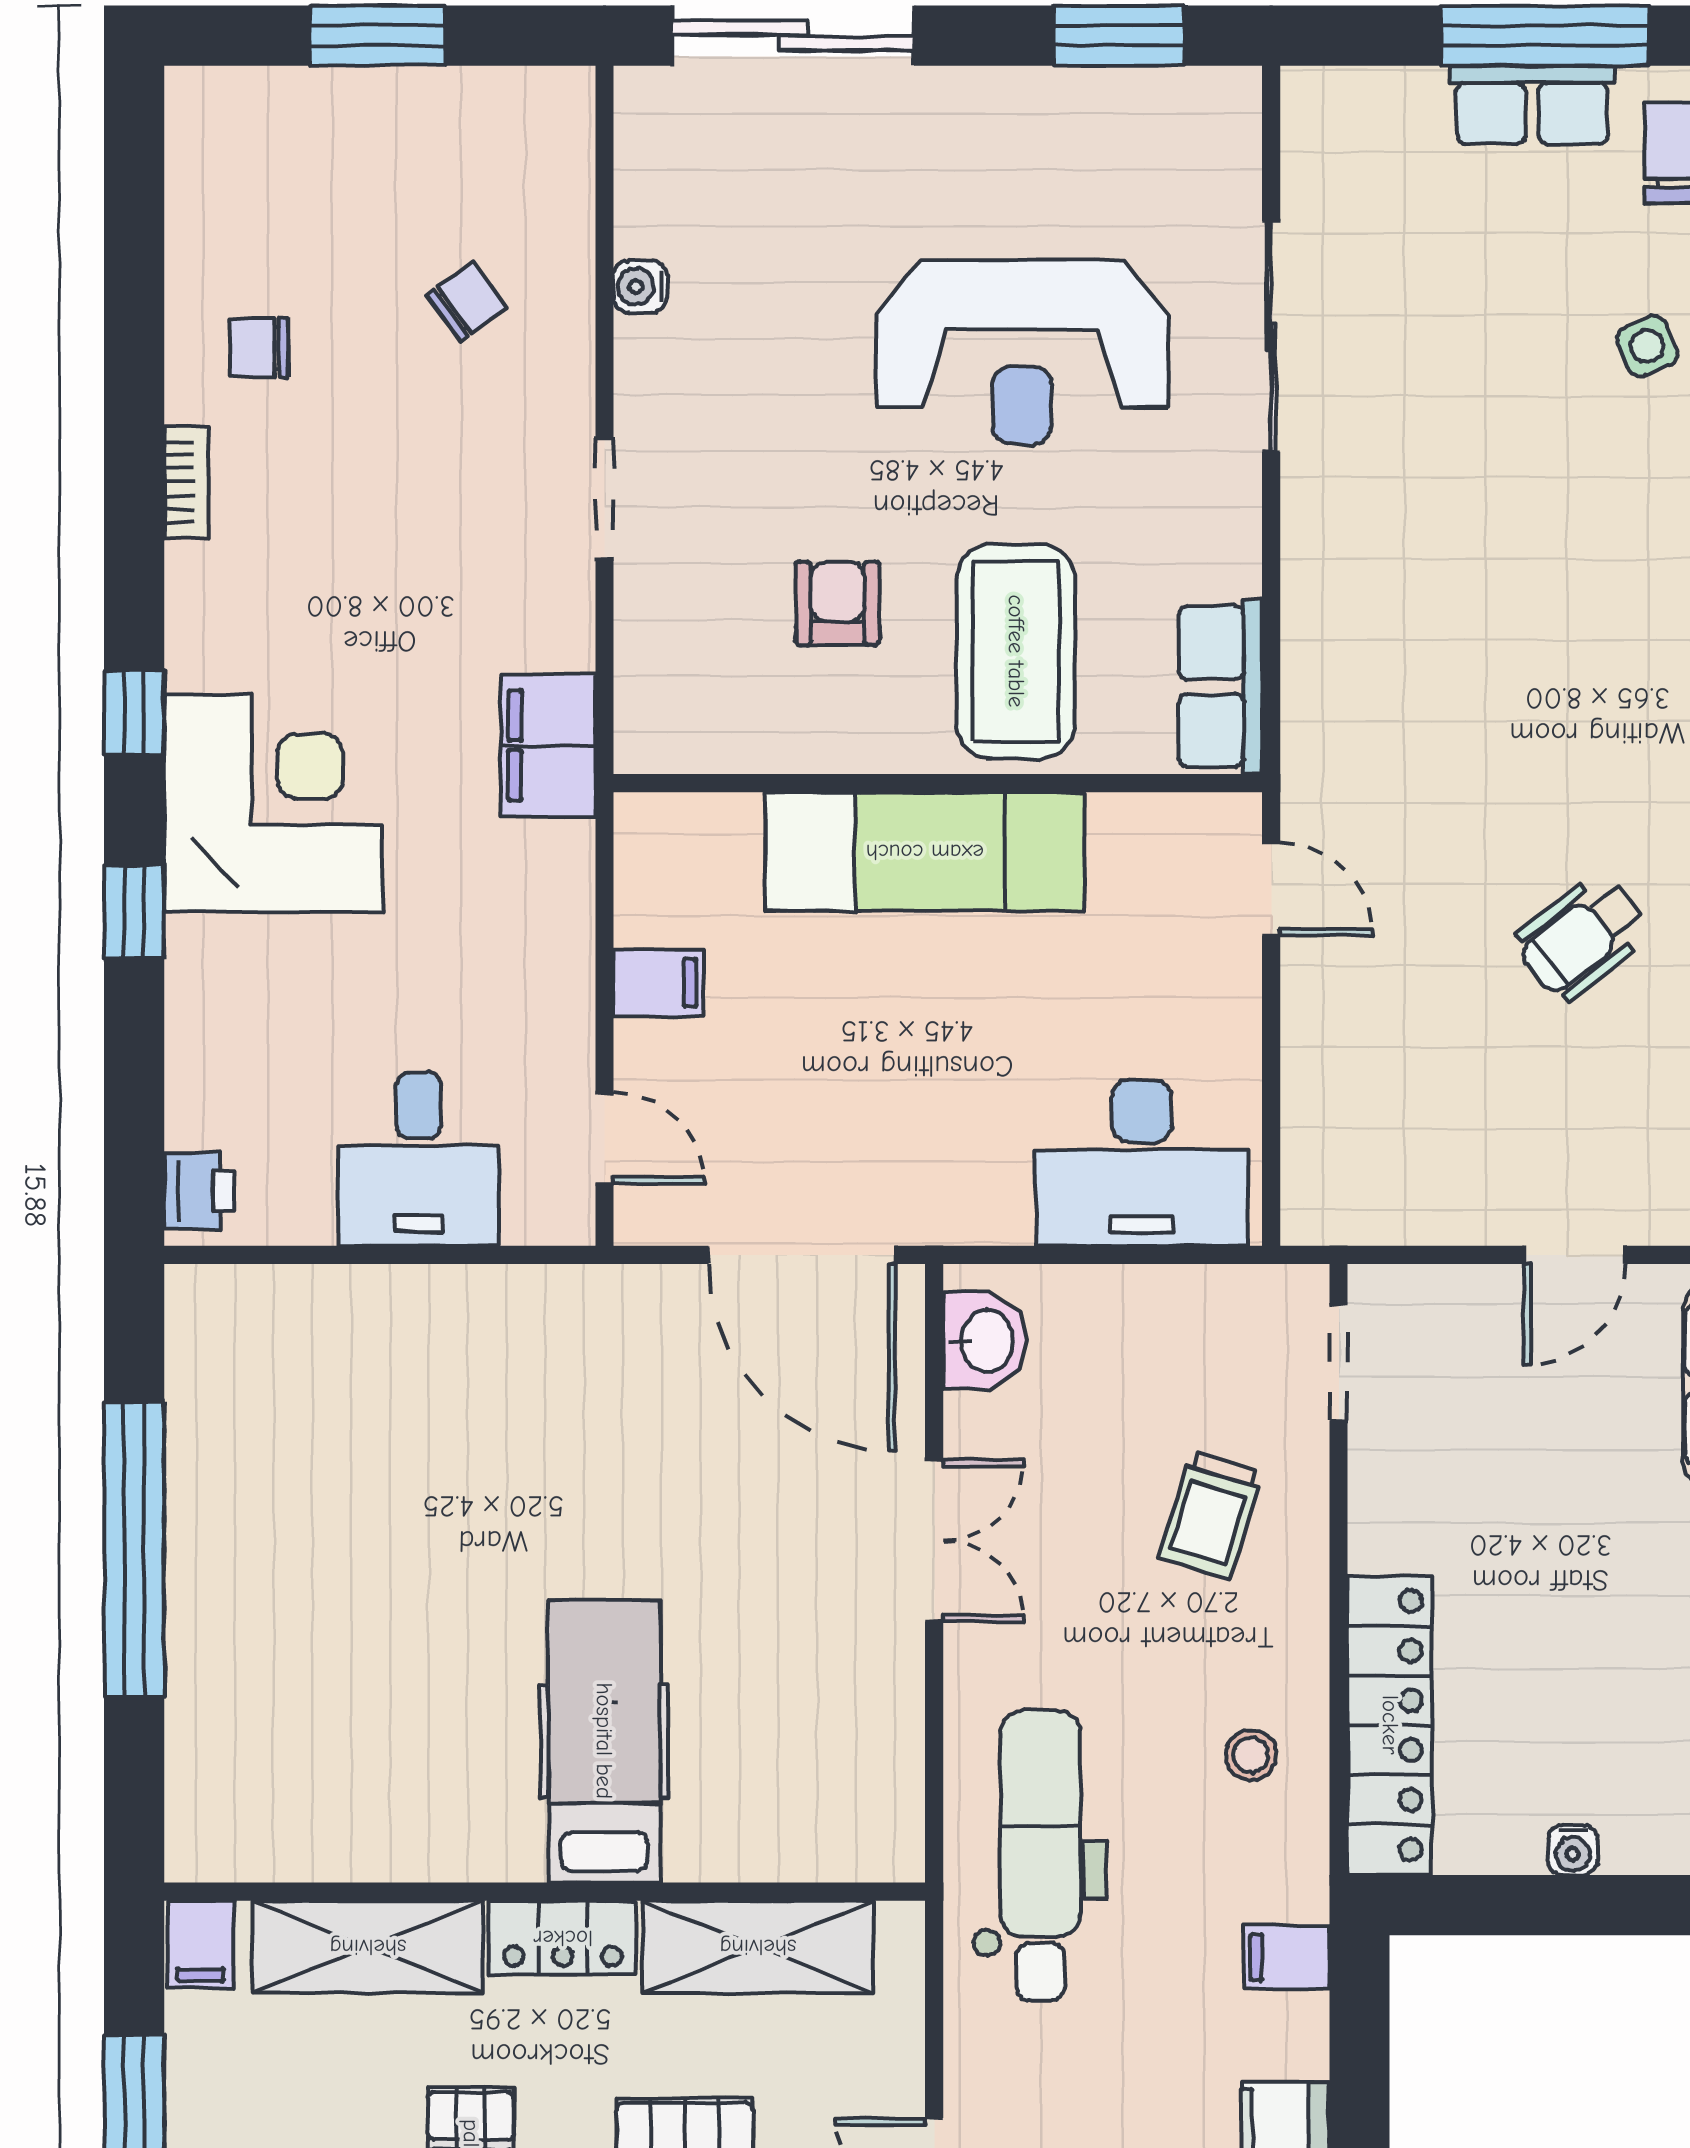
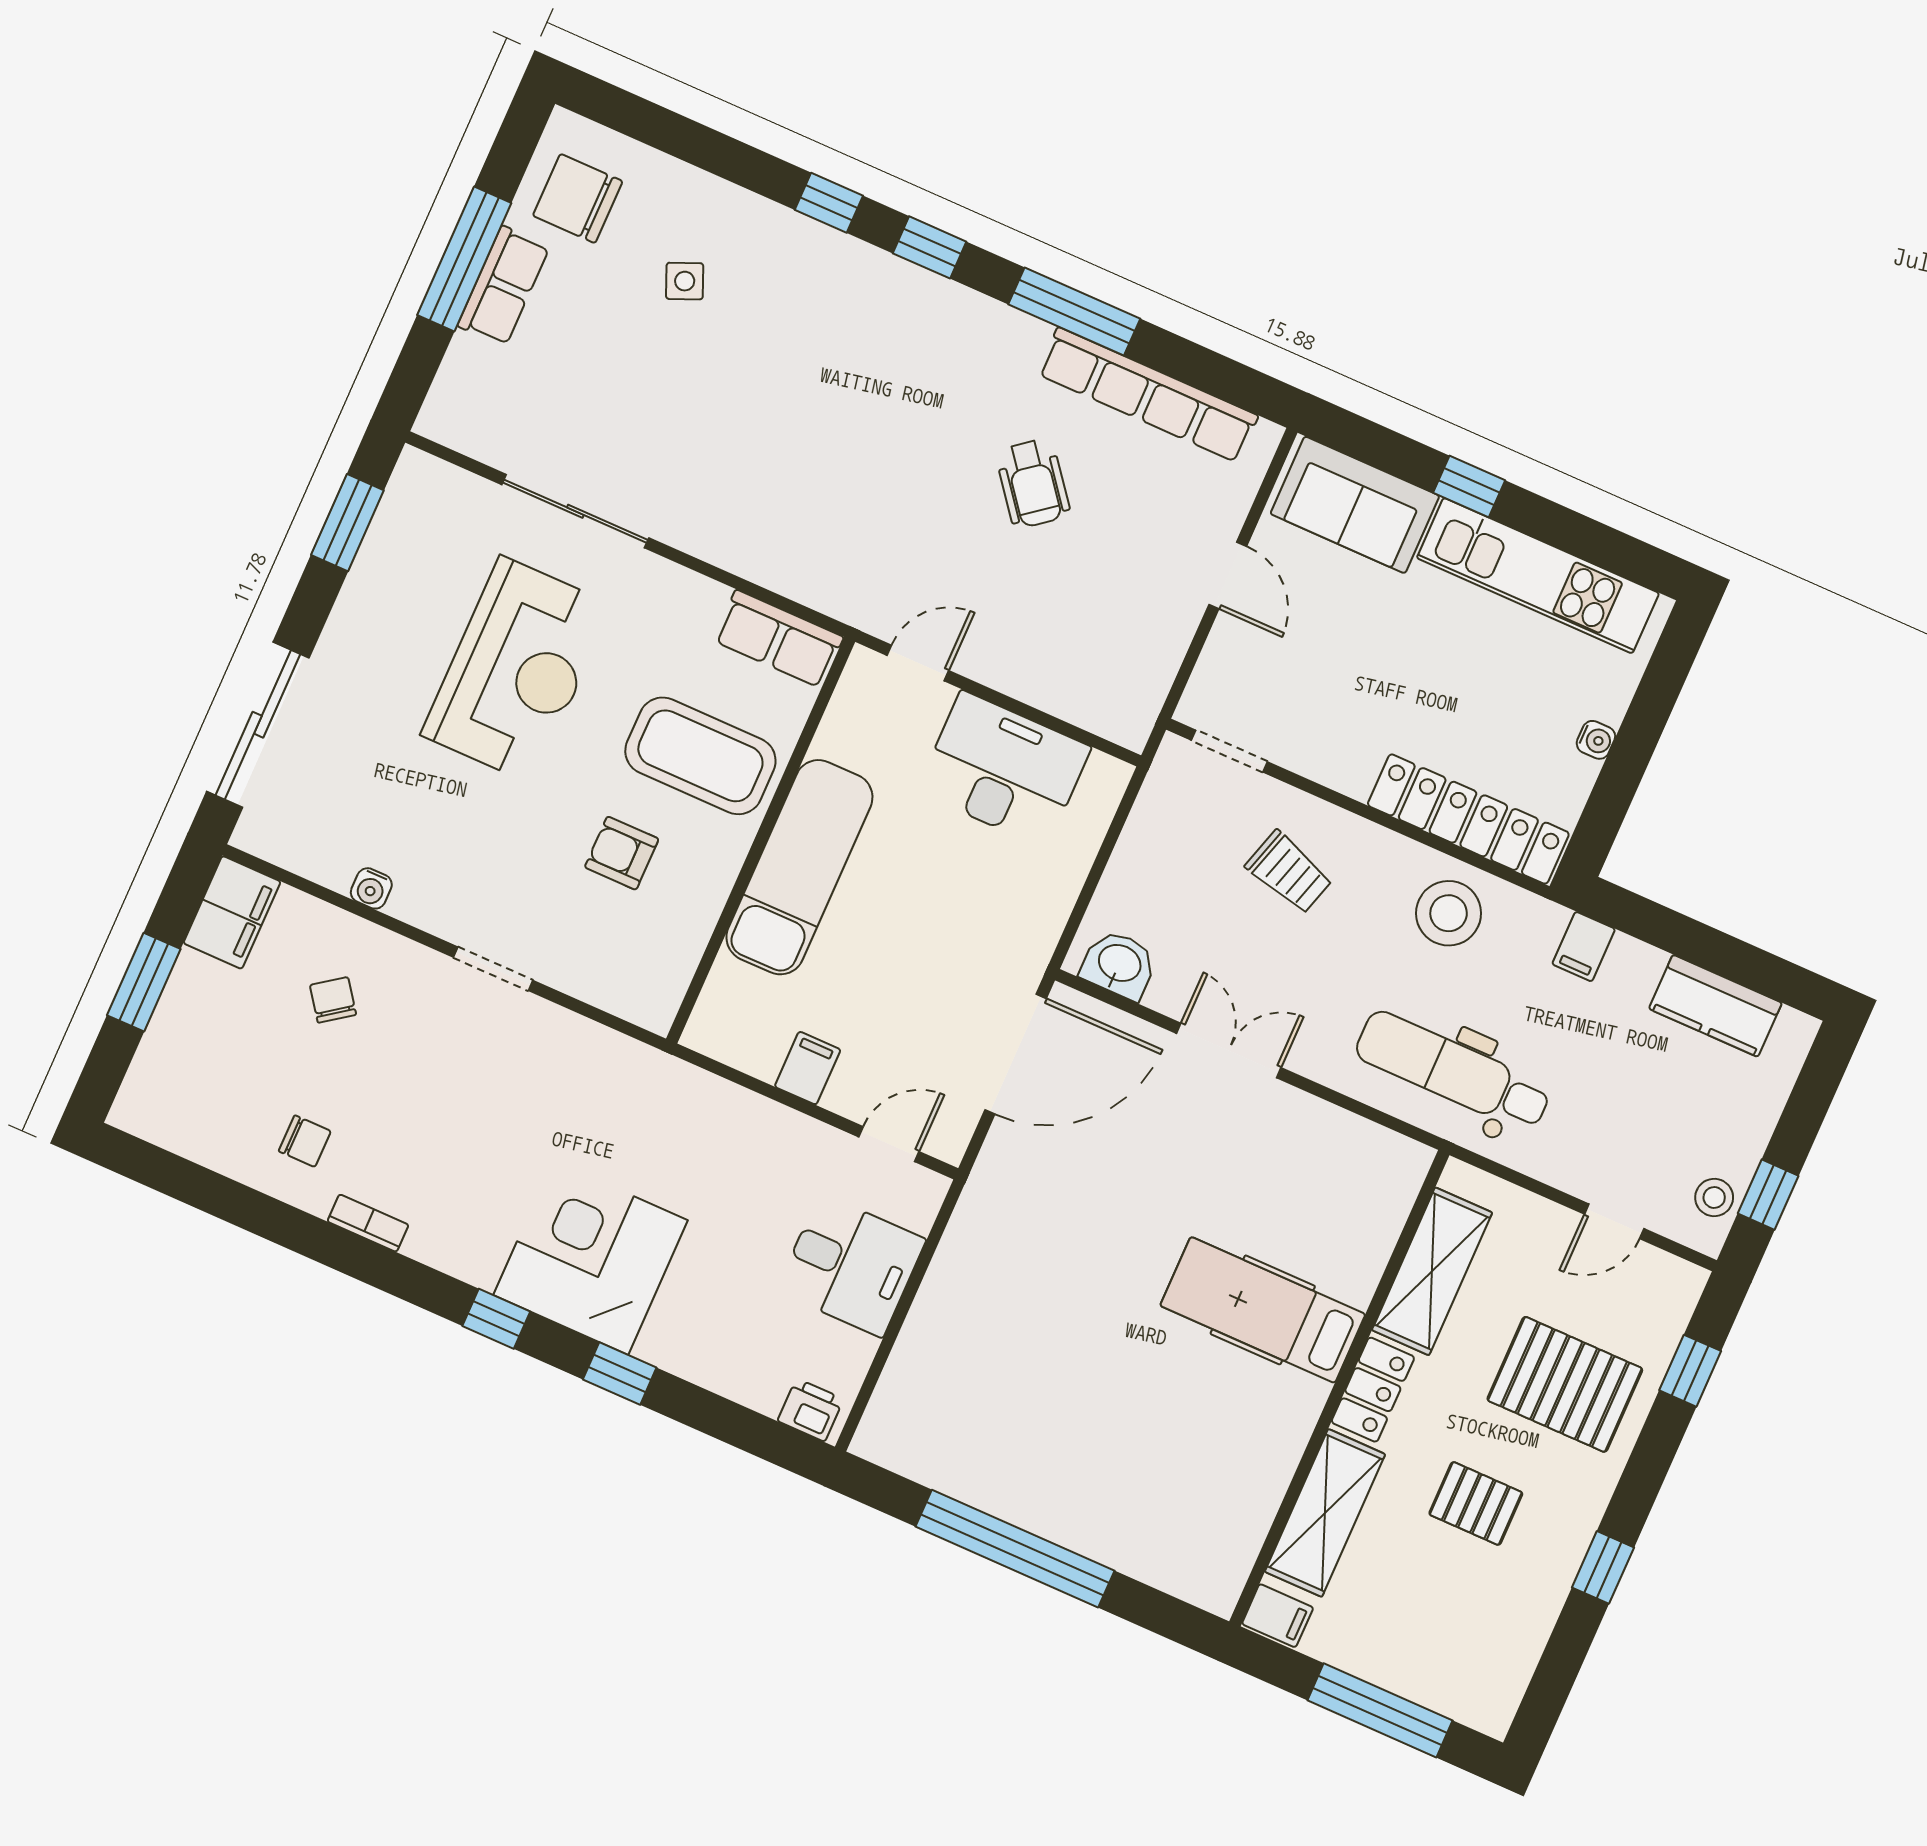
chair: (259, 348) -> (305, 1141), turned -90
filing cabinet: (548, 745) -> (232, 912), moved, turned -90
desk: (1142, 1163) -> (1004, 769), moved, turned -90
stool: (1251, 1755) -> (1449, 913), width x1.89, depth x1.89

